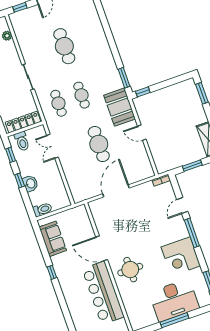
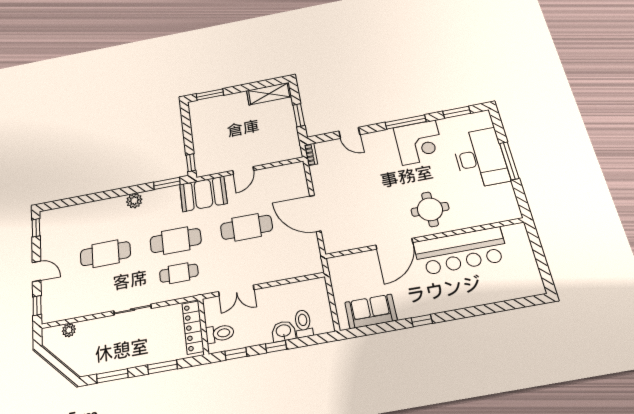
plant: (107, 57) -> (134, 201), added
cafe table: (82, 95) -> (176, 241), width x1.37, depth x1.35
toilet: (42, 210) -> (303, 324), moved
window: (192, 233) -> (406, 122), moved

